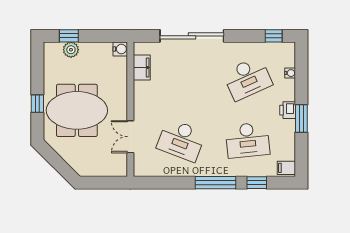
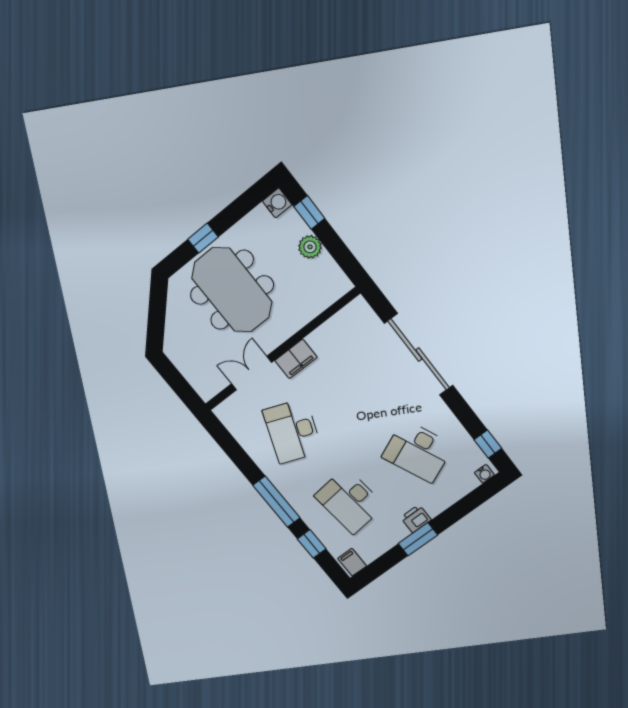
water cooler: (120, 49) -> (277, 203), moved, turned -90
plant: (71, 50) -> (310, 247), moved
filing cabinet: (142, 68) -> (296, 359), moved
water cooler: (290, 73) -> (484, 474), moved

